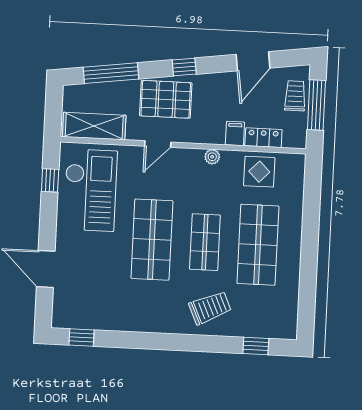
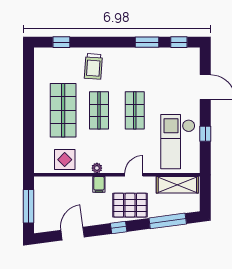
trolley: (295, 96) -> (43, 212), removed
filing cabinet: (235, 133) -> (99, 184), moved
locker: (263, 138) -> (63, 183), removed
window: (50, 180) -> (205, 134), moved
shop shelf: (152, 240) -> (135, 110), width x0.70, depth x0.74
trolley: (210, 308) -> (93, 66), turned -62
window: (129, 340) -> (147, 42), added

